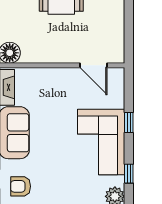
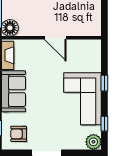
door: (93, 65) -> (55, 38), moved

